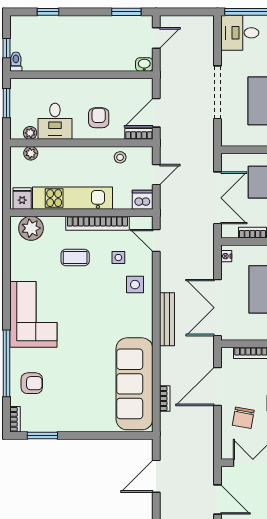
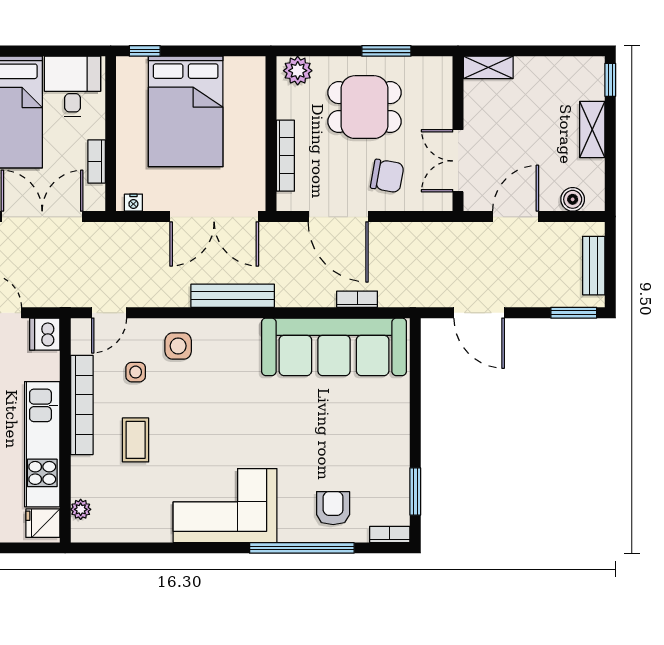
plant: (31, 228) -> (81, 509), width x0.53, depth x0.53

